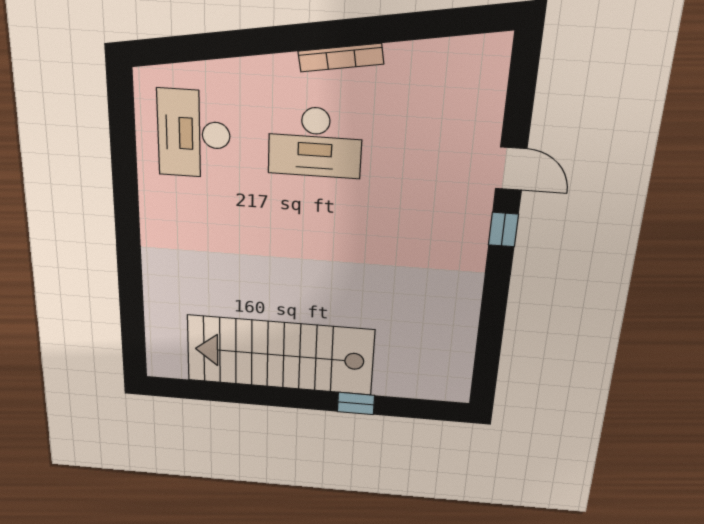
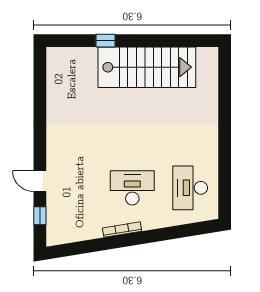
desk: (194, 134) -> (190, 188), turned 180
window: (503, 230) -> (40, 216), moved

